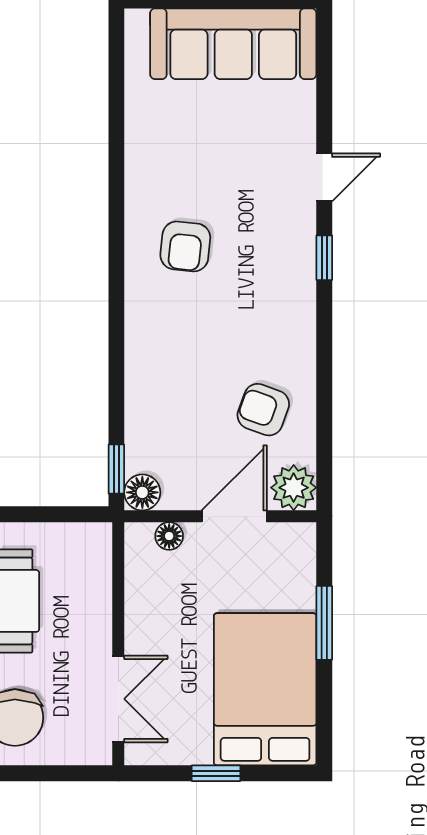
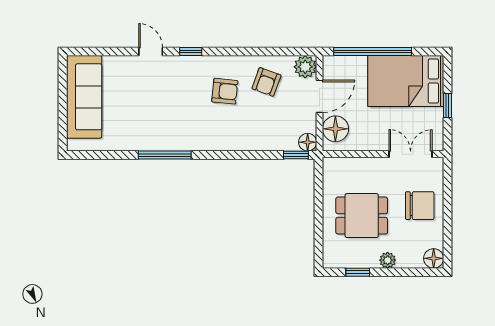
window: (116, 205) -> (165, 155), added
armchair: (185, 246) -> (225, 91), moved
door: (234, 516) -> (320, 96), swing flipped
floor lamp: (169, 536) -> (335, 129), width x1.89, depth x1.89
window: (324, 623) -> (373, 52), width x2.11

